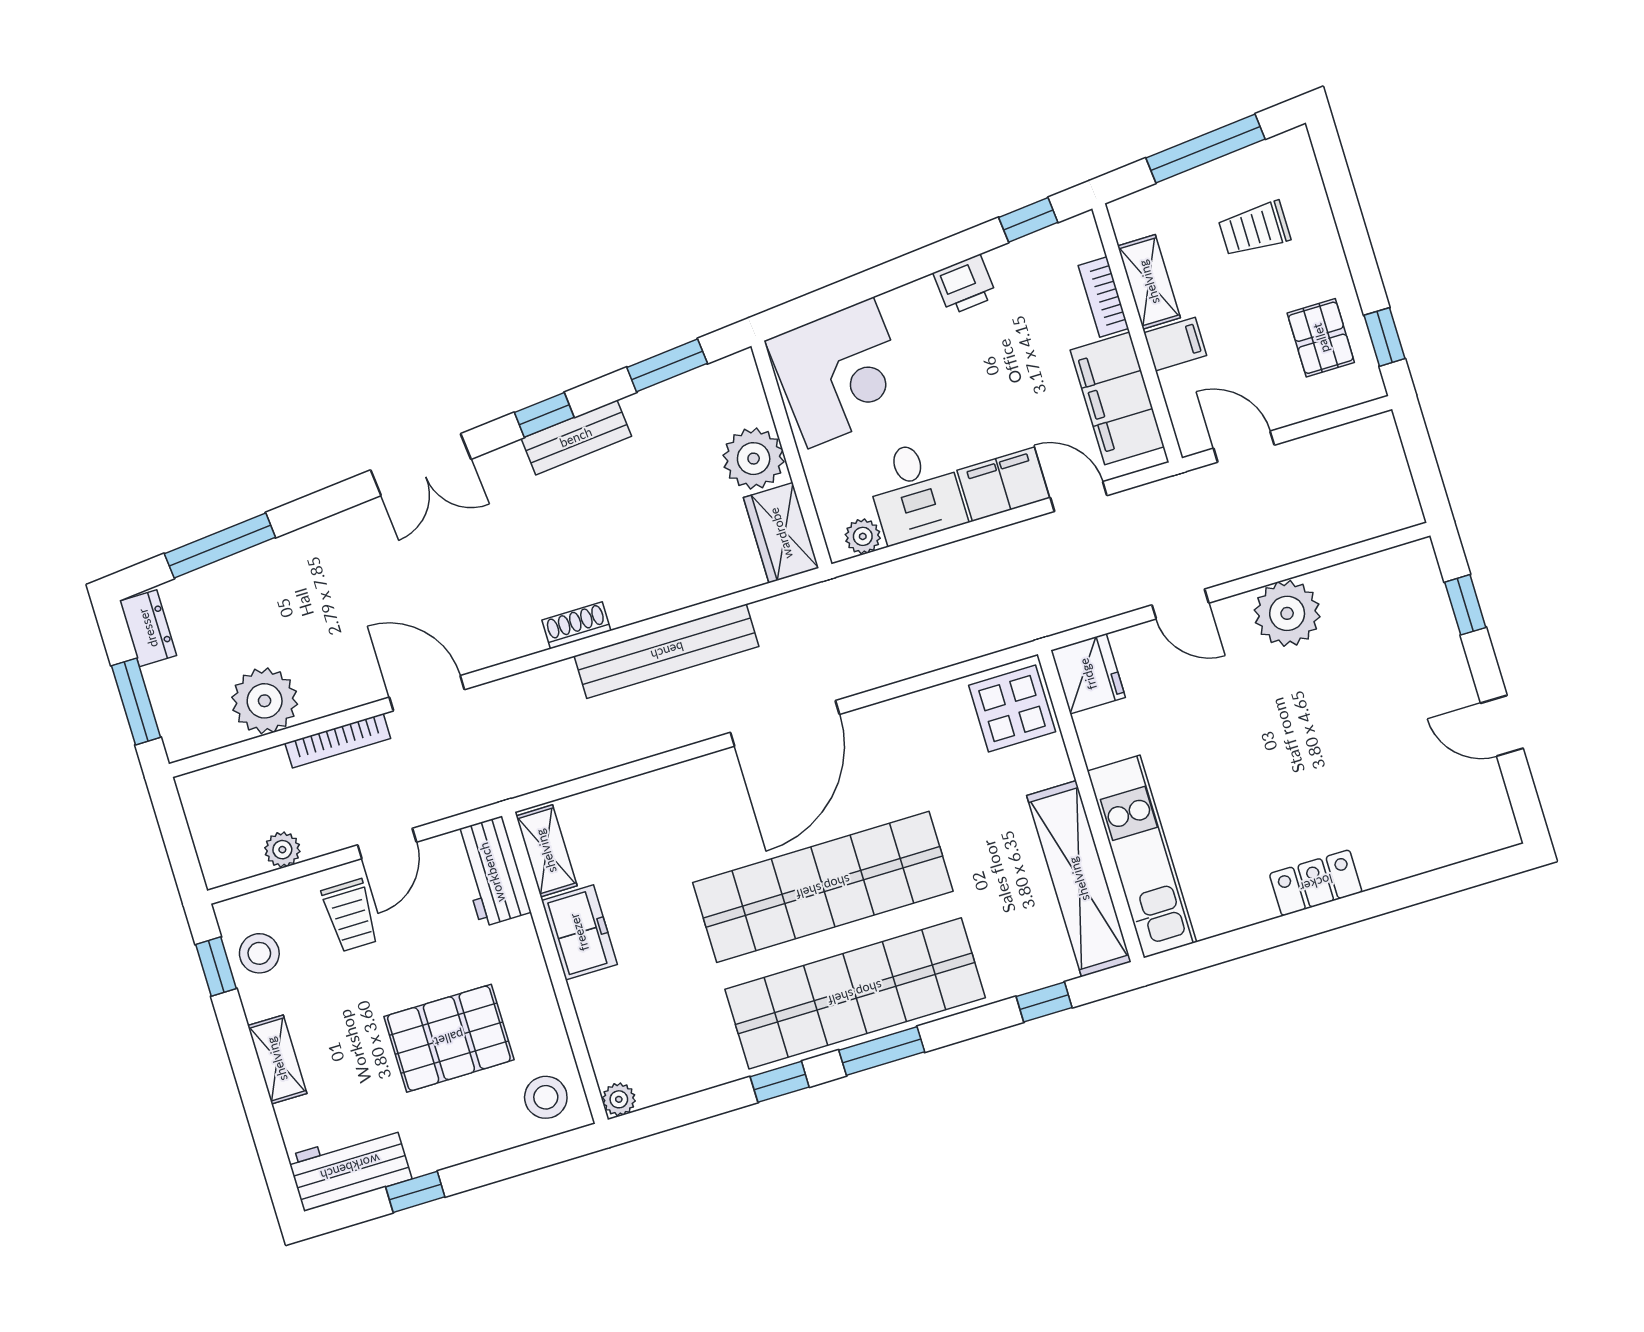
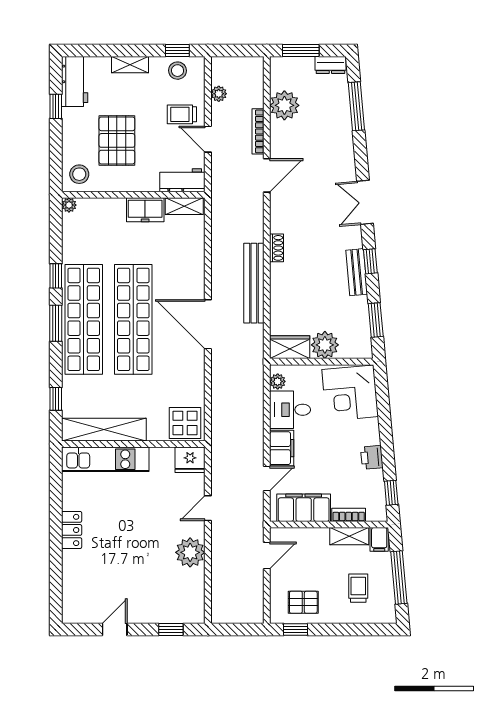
filing cabinet: (1175, 344) -> (379, 539), moved

